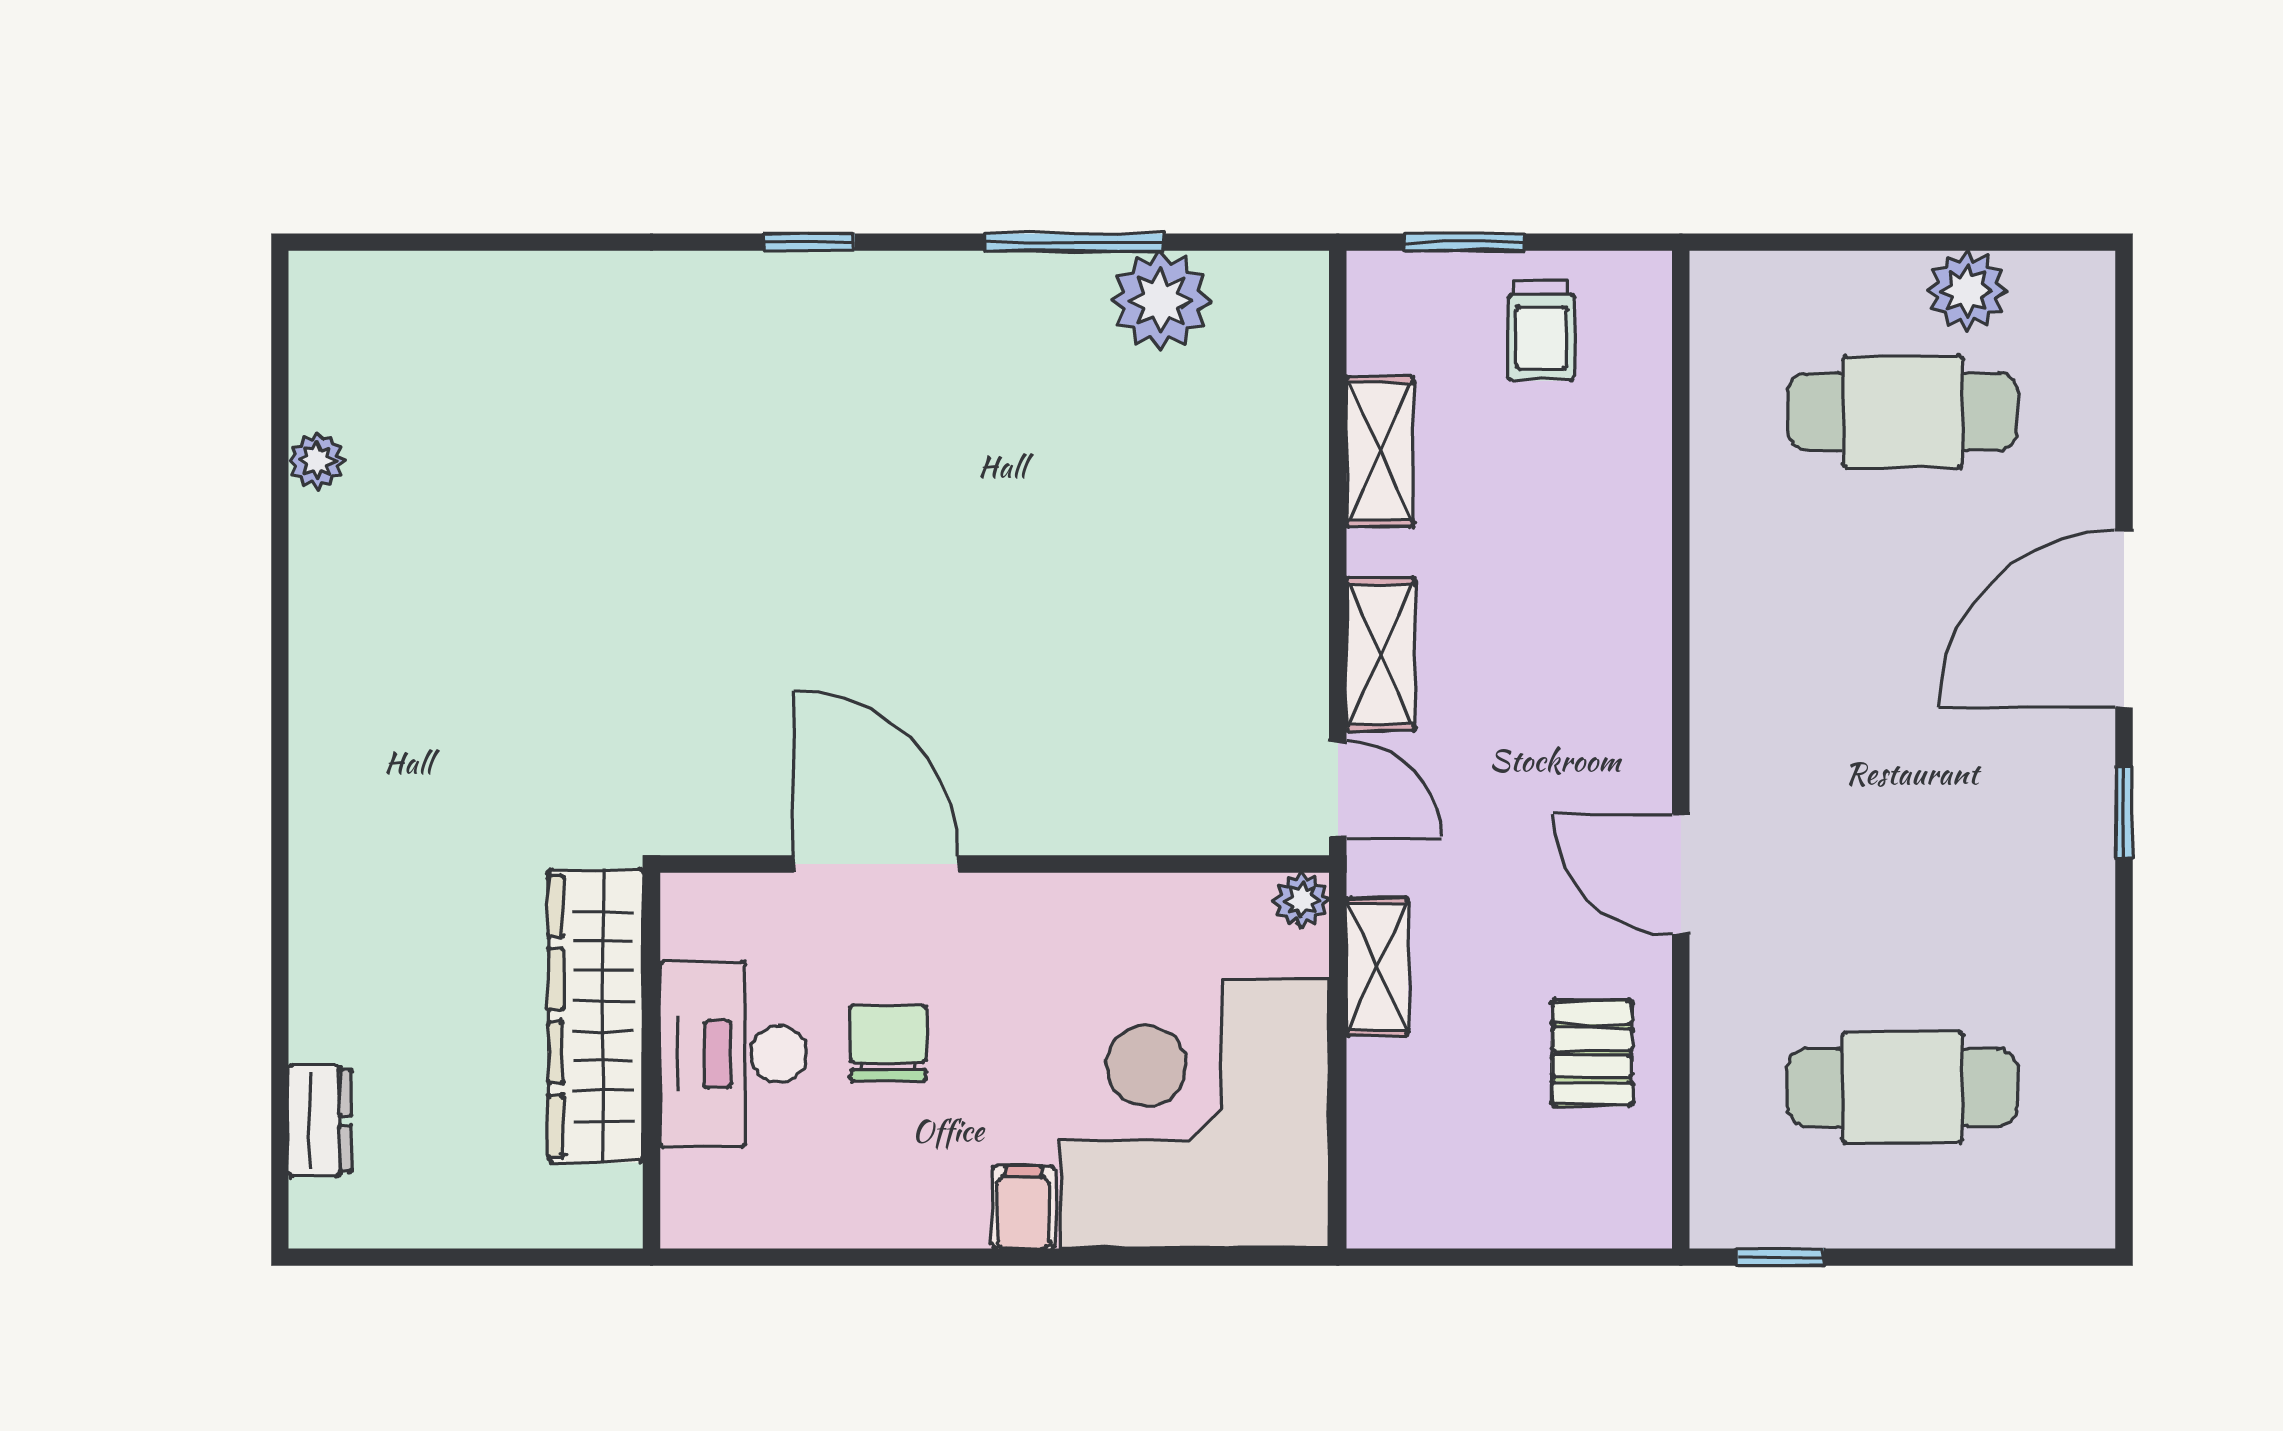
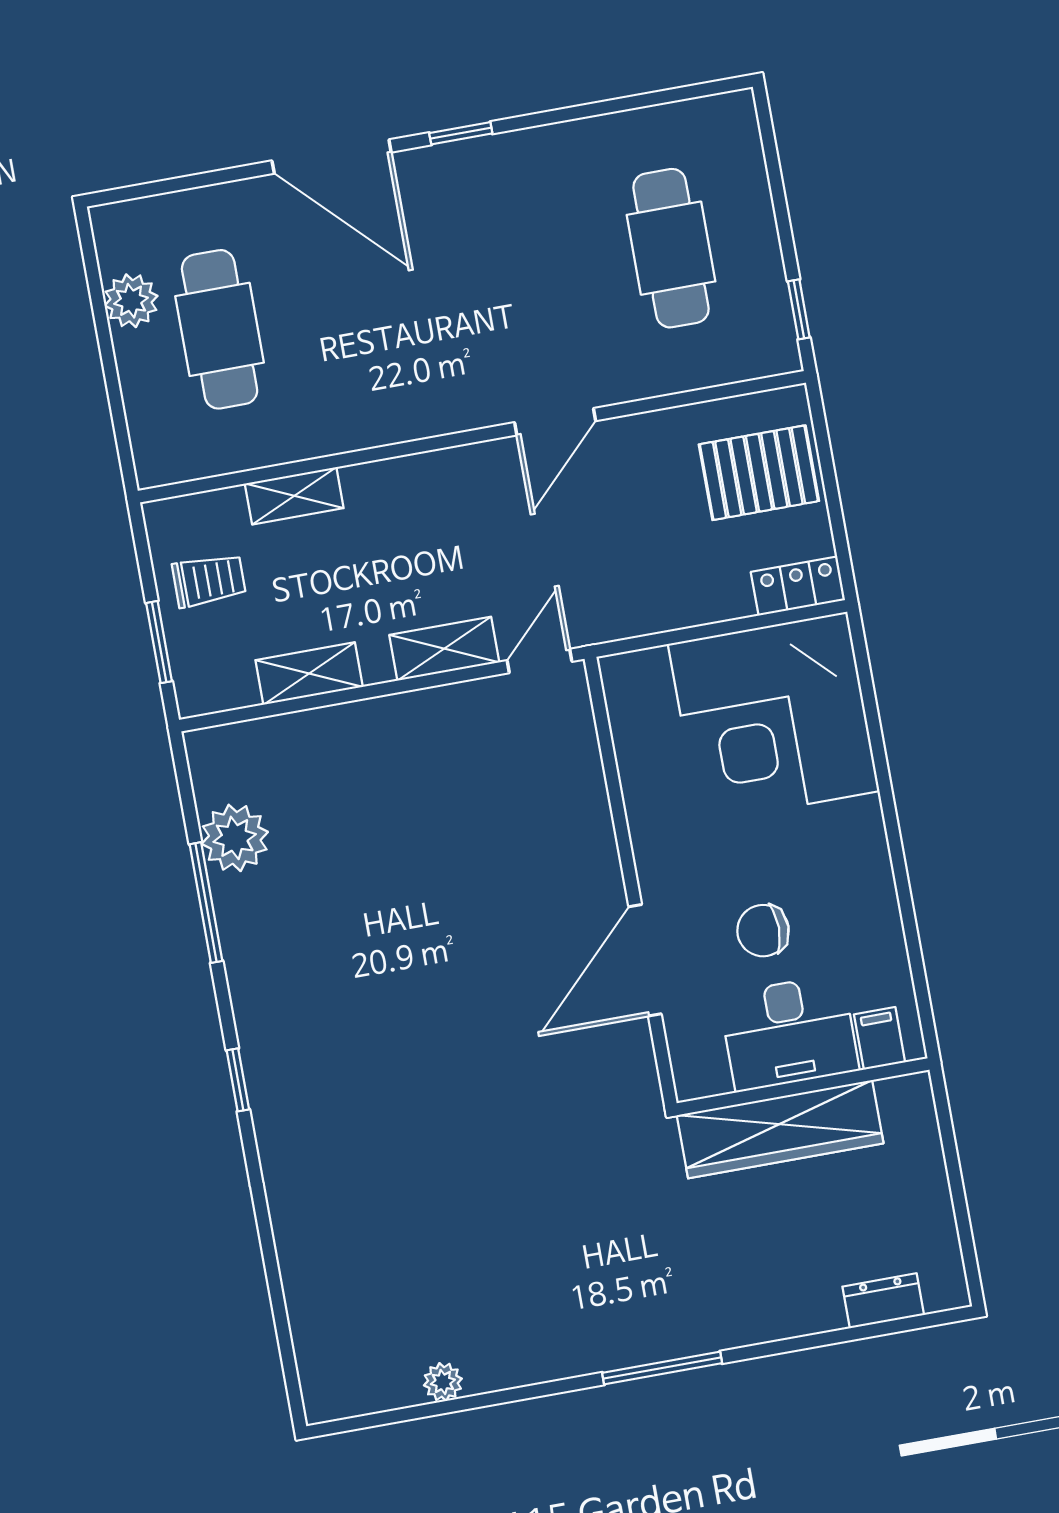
window: (280, 783) -> (662, 1368), added
plant: (1302, 900) -> (618, 672), removed
shelving: (1377, 967) -> (294, 496), moved
pallet: (1592, 1053) -> (759, 473), moved, width x1.50, depth x1.42
locker: (1379, 1184) -> (798, 586), added
filing cabinet: (1023, 1207) -> (880, 1038), moved, turned 90

